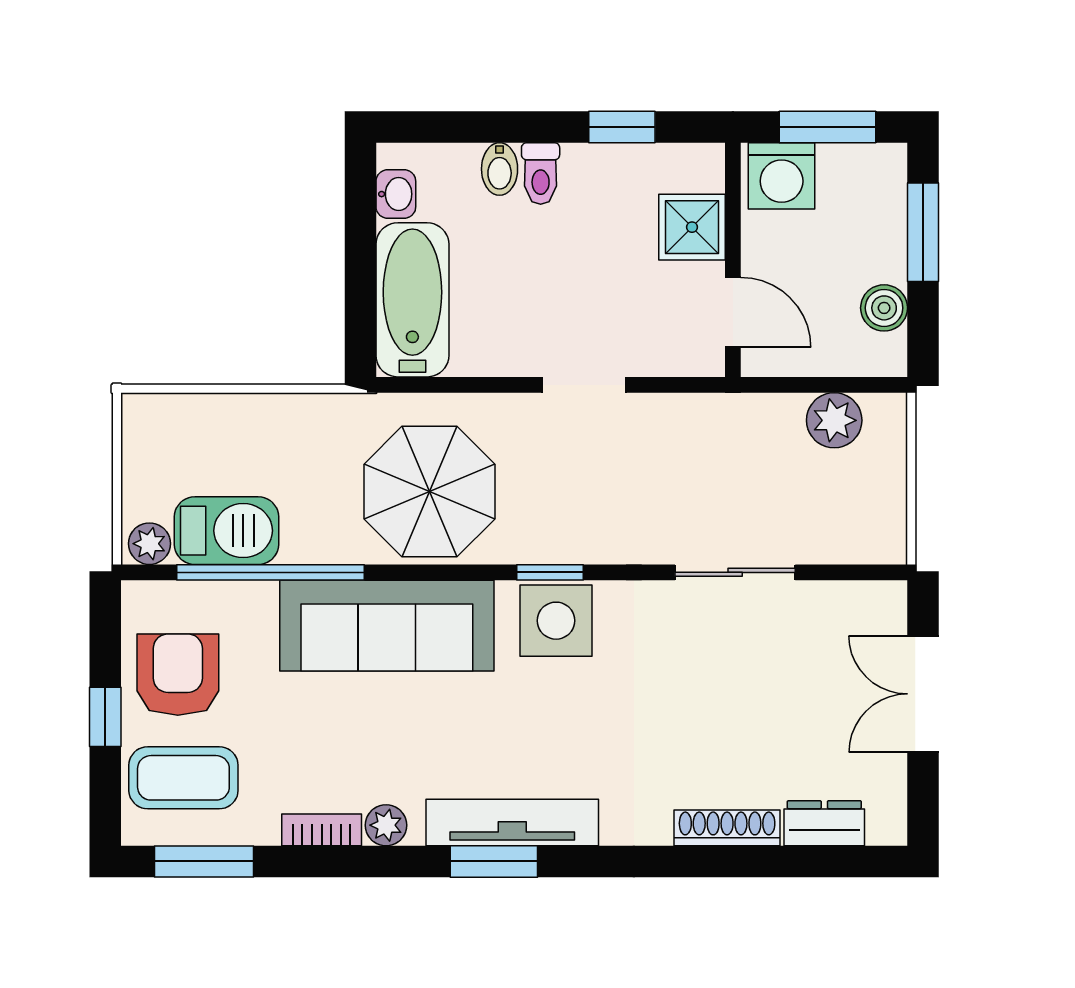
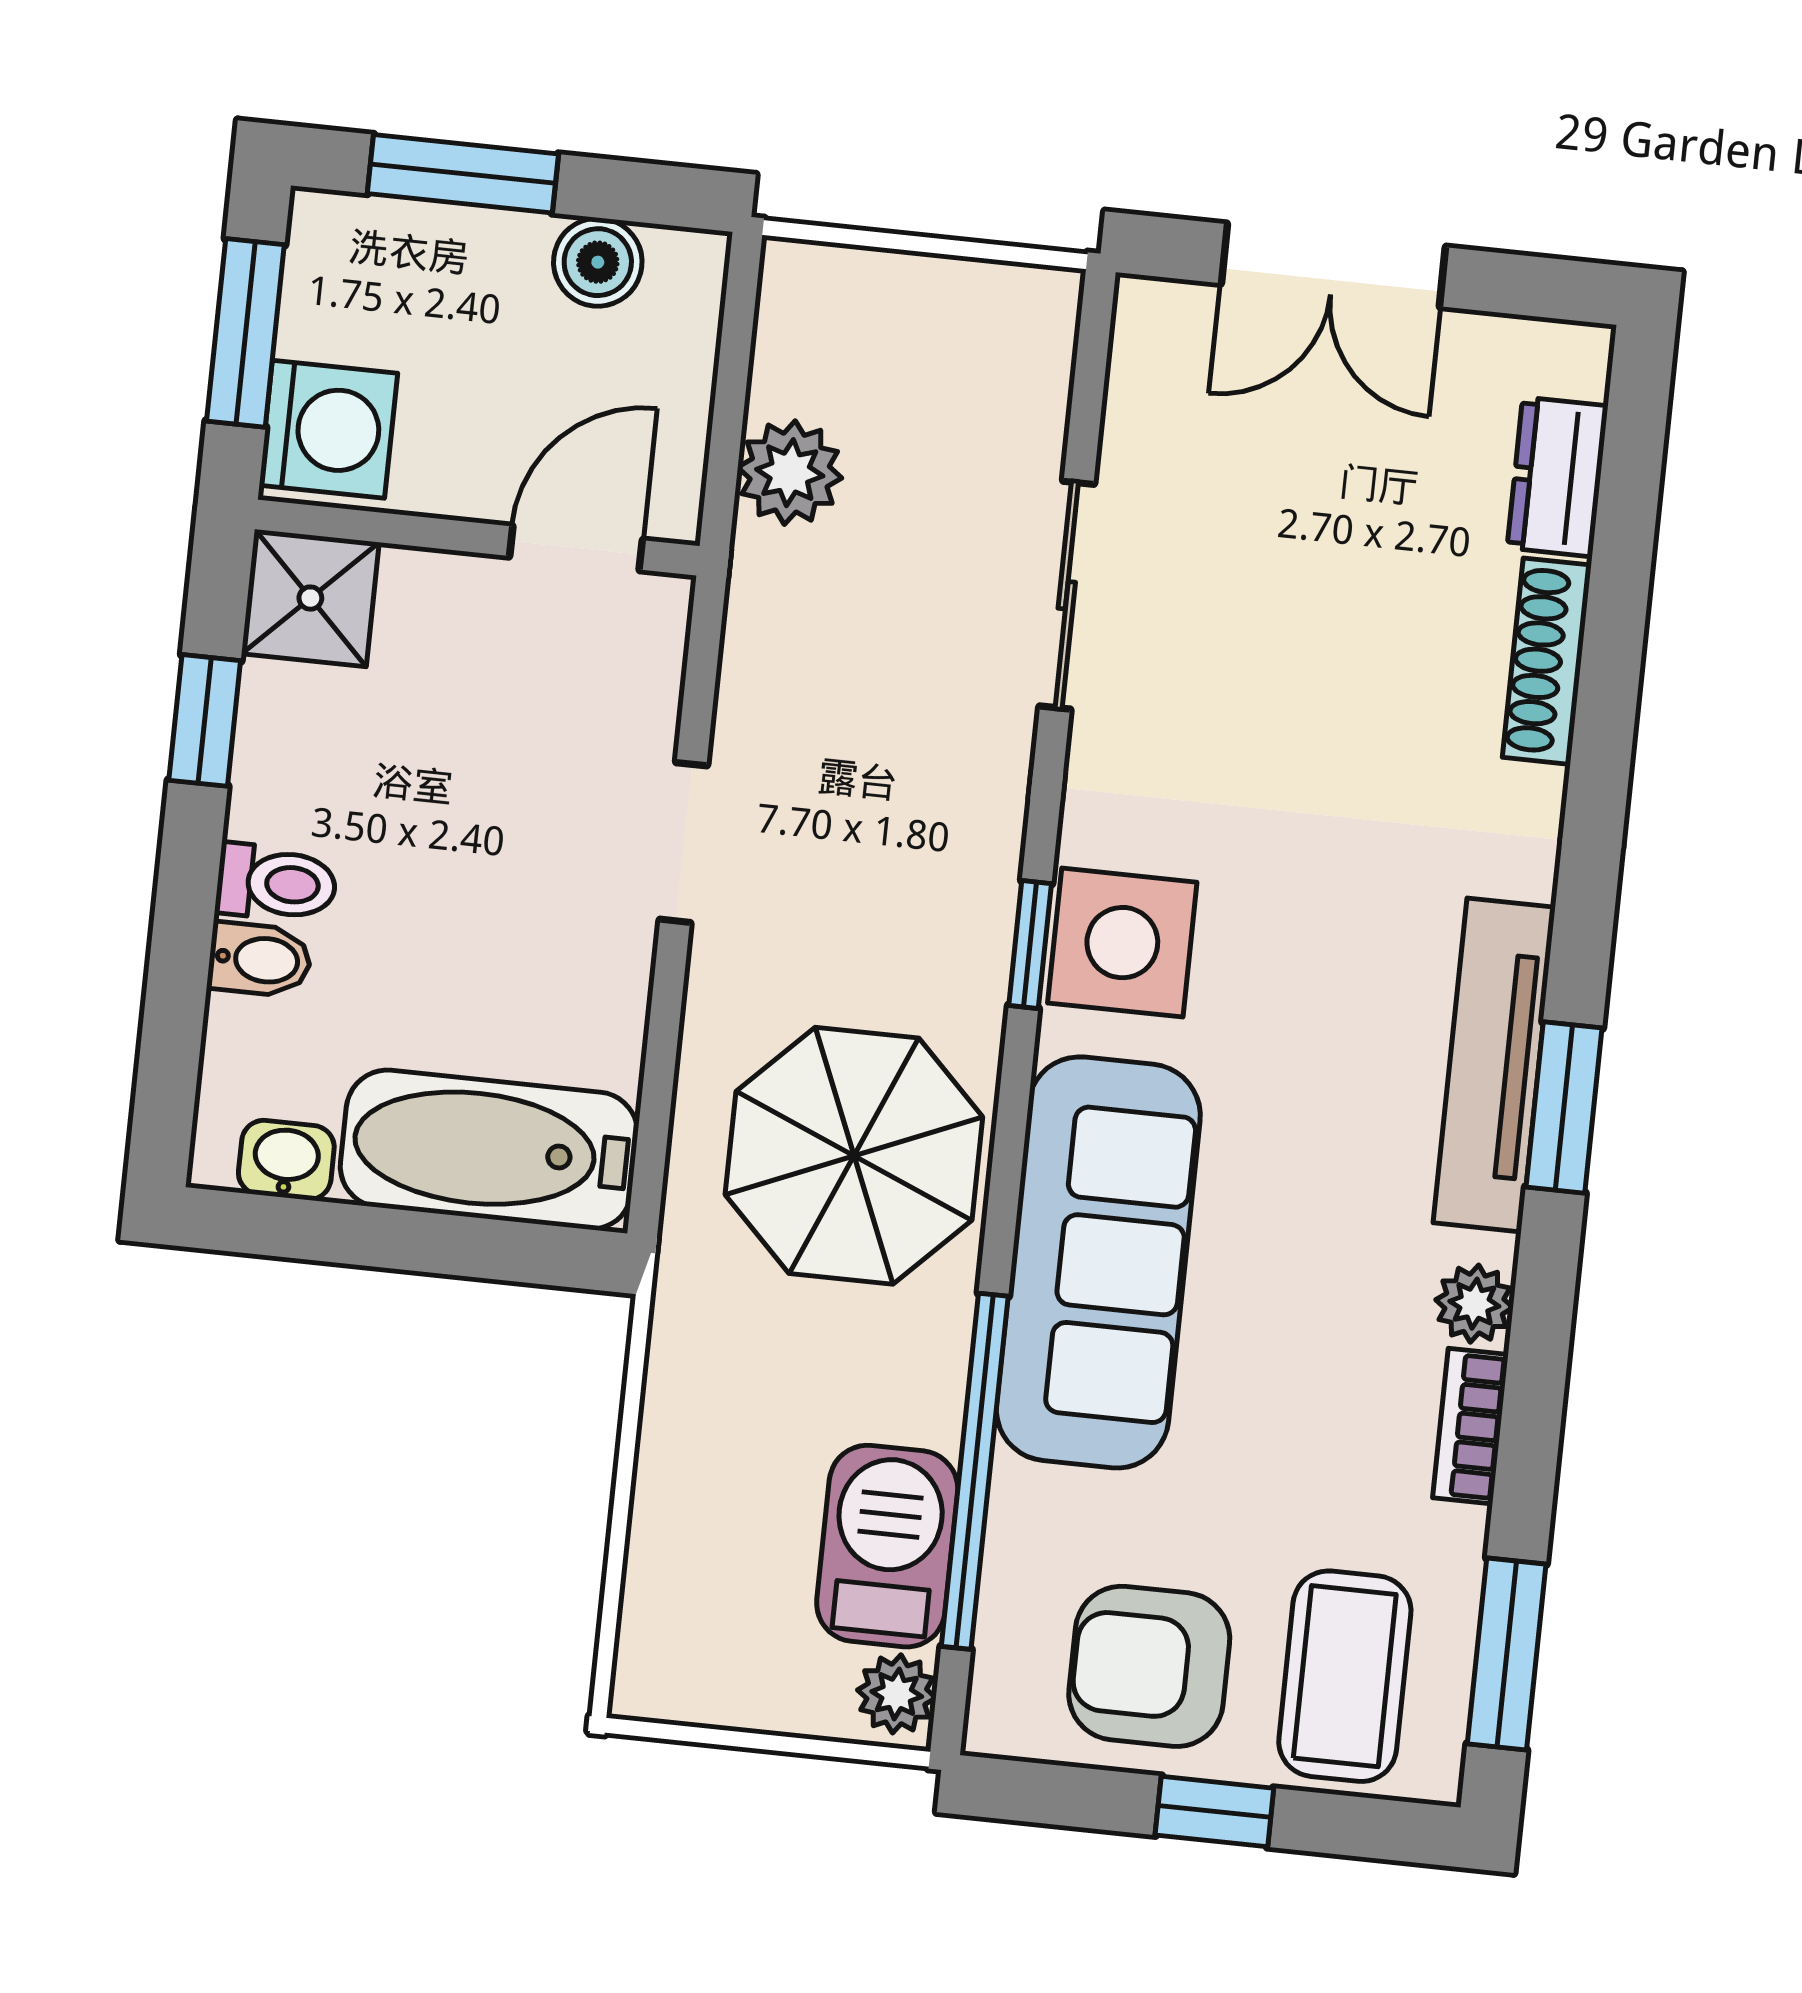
shower: (692, 227) -> (310, 598), moved
plant: (834, 420) -> (790, 473), moved

